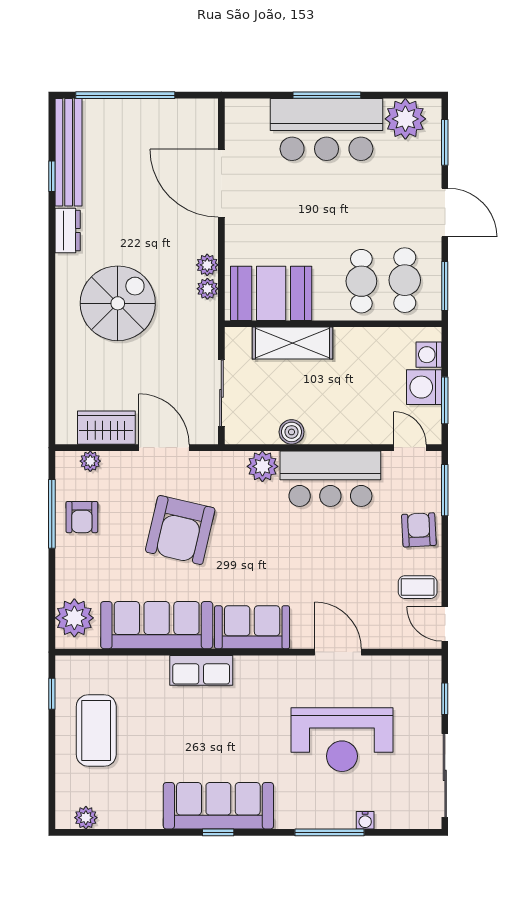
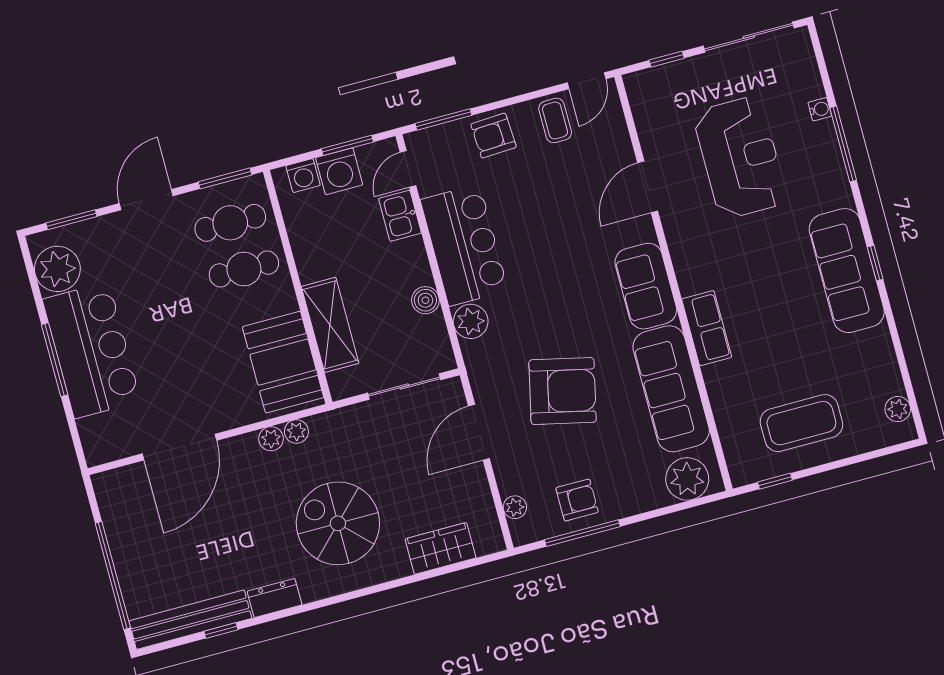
wardrobe: (106, 428) -> (441, 548), moved, turned 90
kitchen sink: (371, 430) -> (400, 216), added

